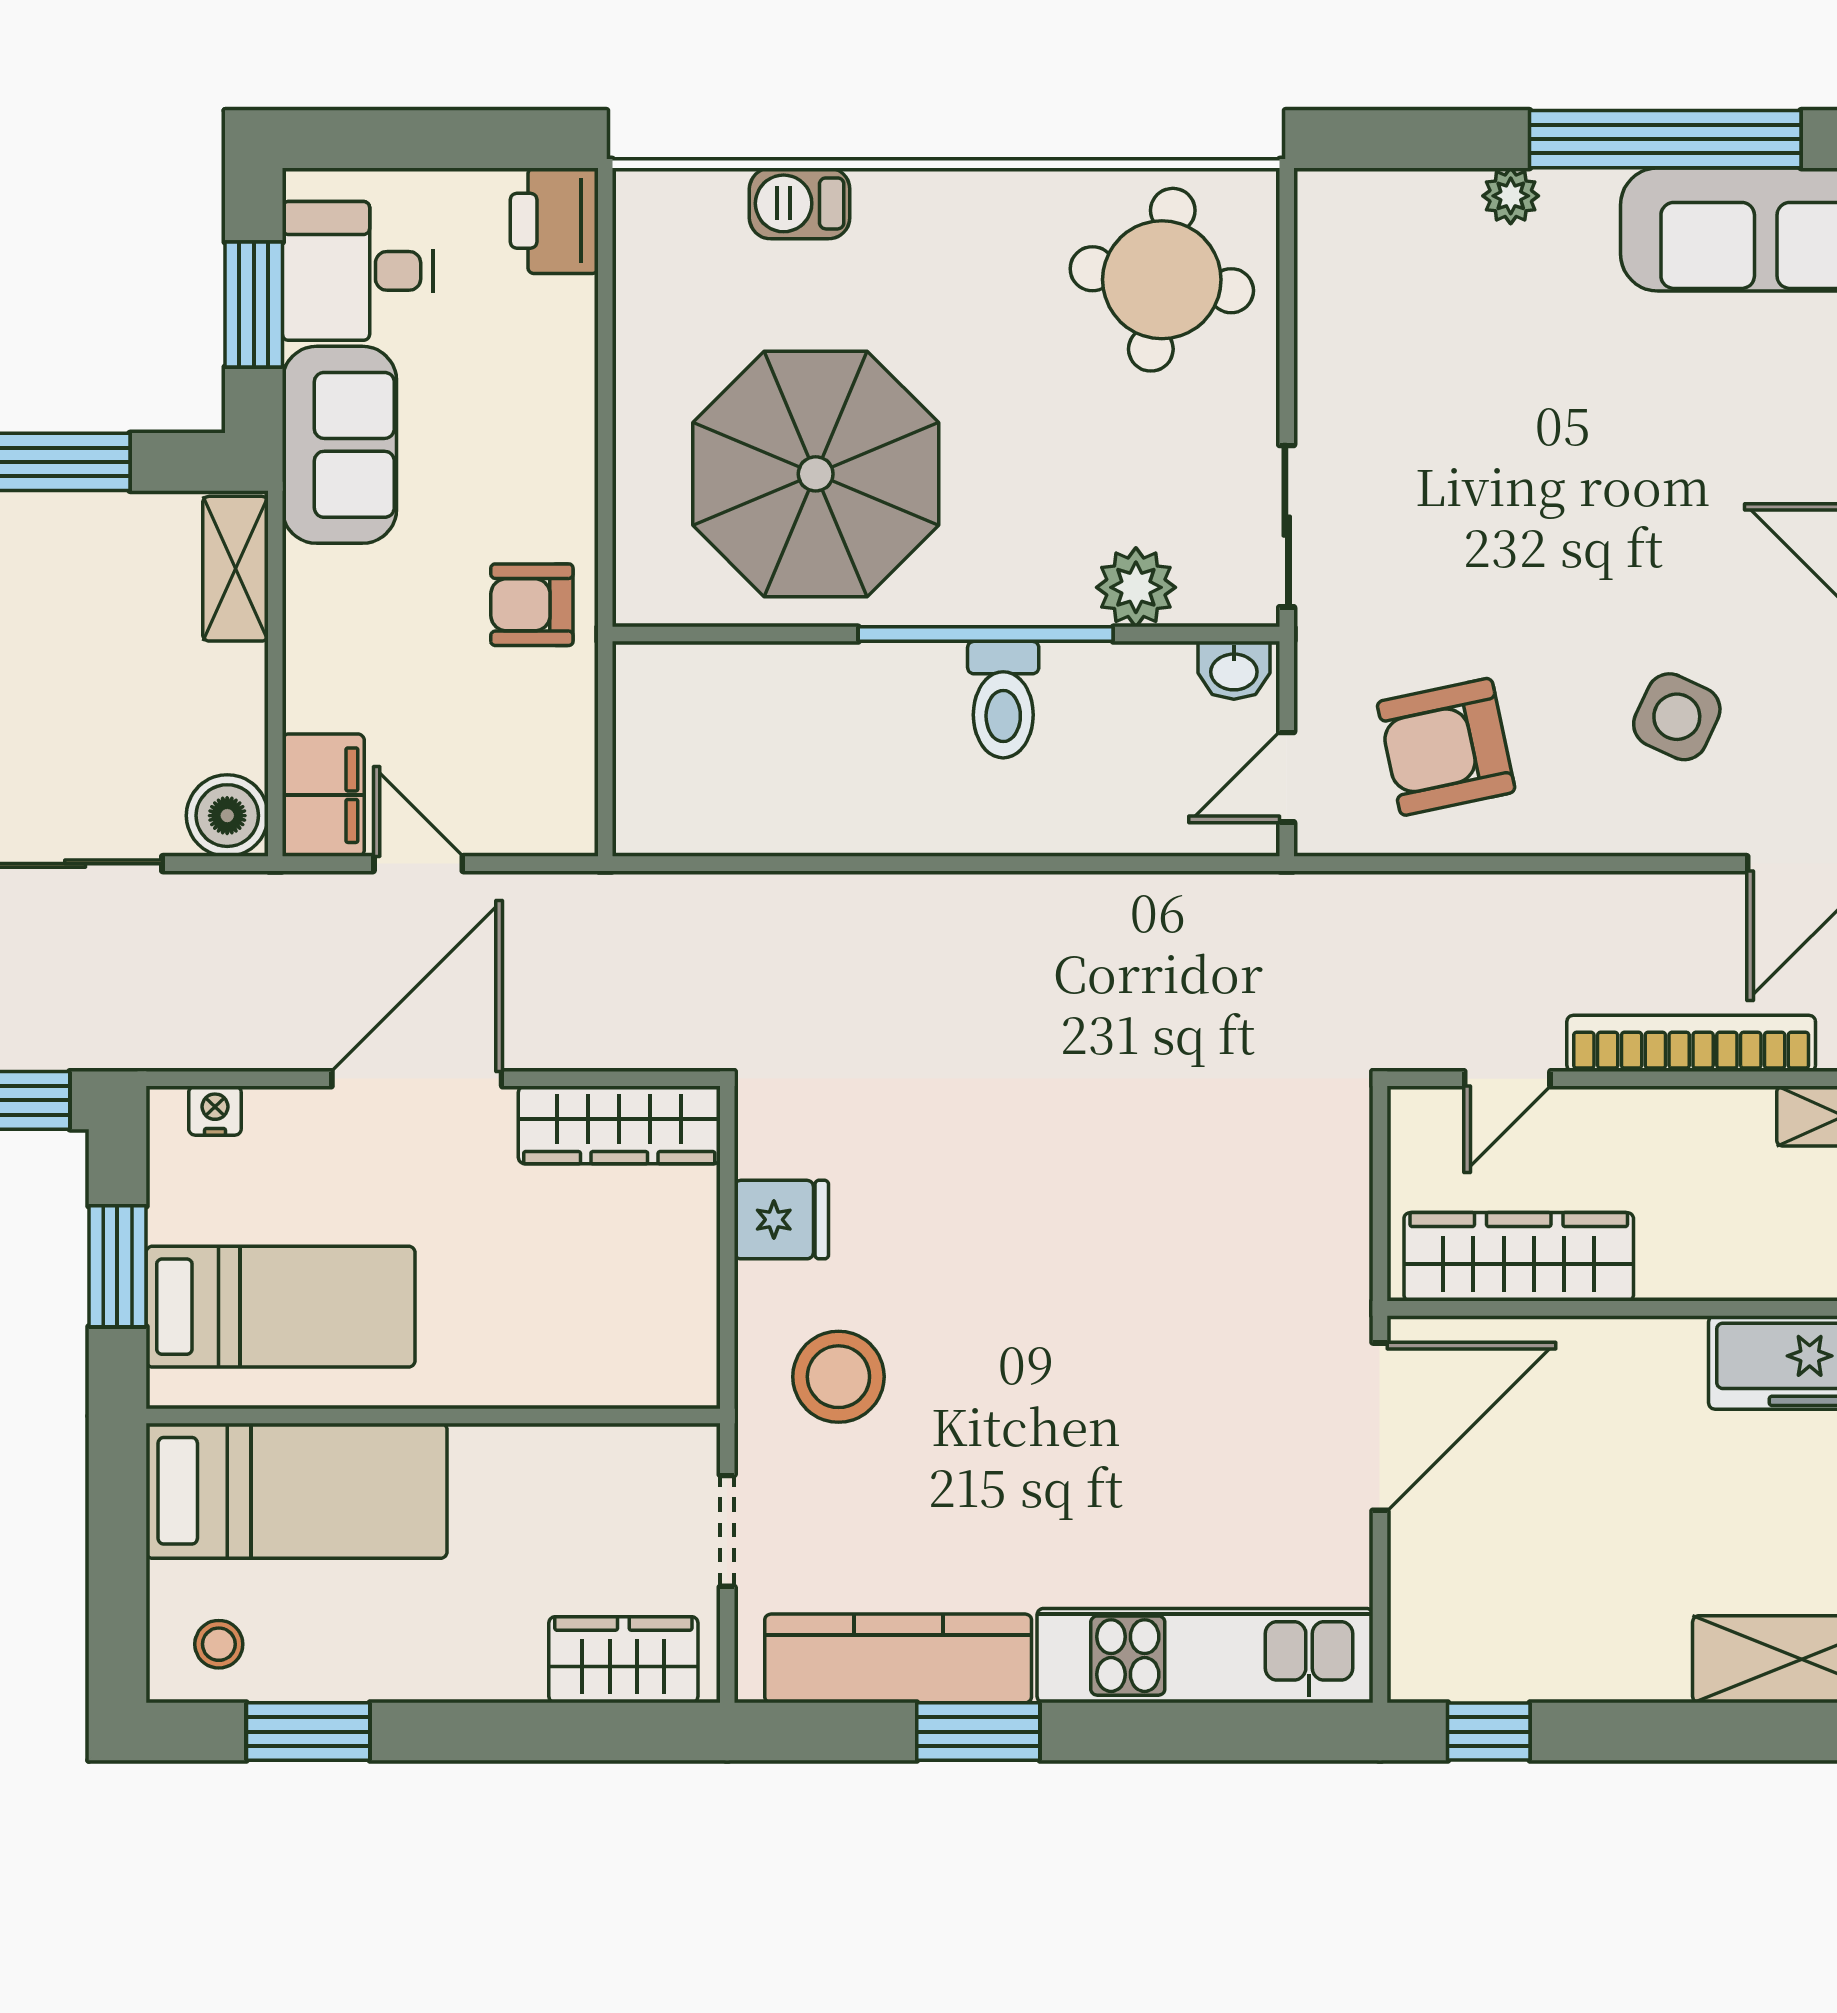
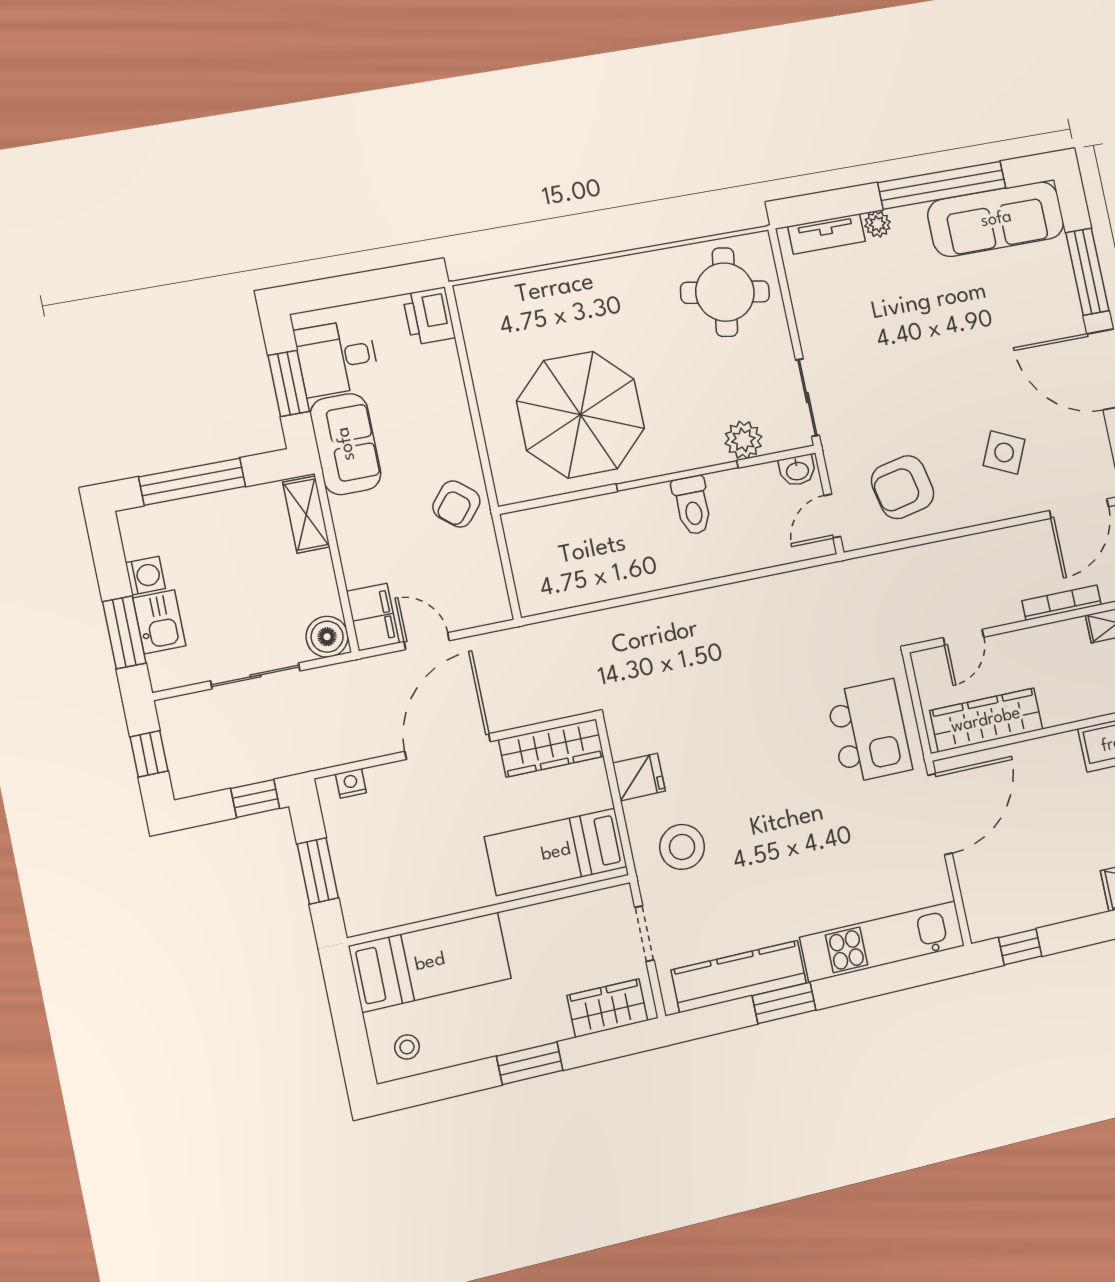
tv unit: (1399, 198) -> (827, 234), added
barbecue: (800, 203) -> (546, 287), removed
armchair: (532, 605) -> (456, 504), turned -50
bookcase: (1691, 1043) -> (1062, 603), width x0.68, depth x0.76
kitchen island: (1269, 1228) -> (869, 731), added
bed: (281, 1307) -> (556, 852), moved, turned 180
window: (308, 1732) -> (530, 1063), moved

